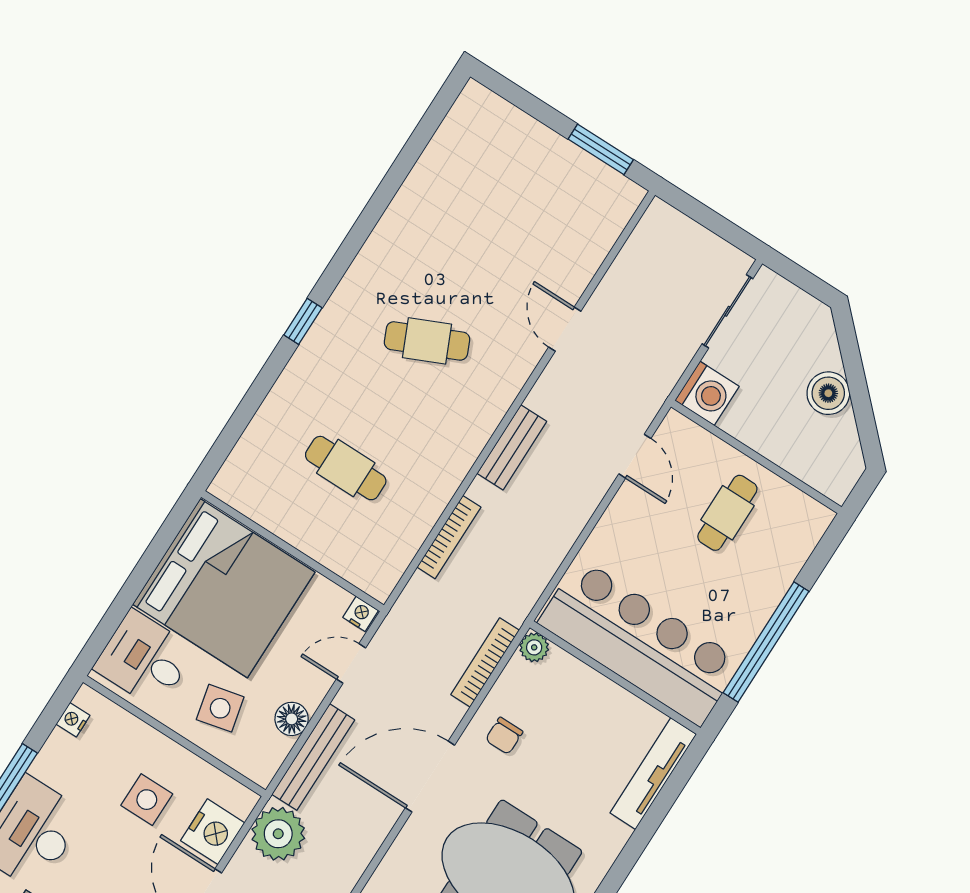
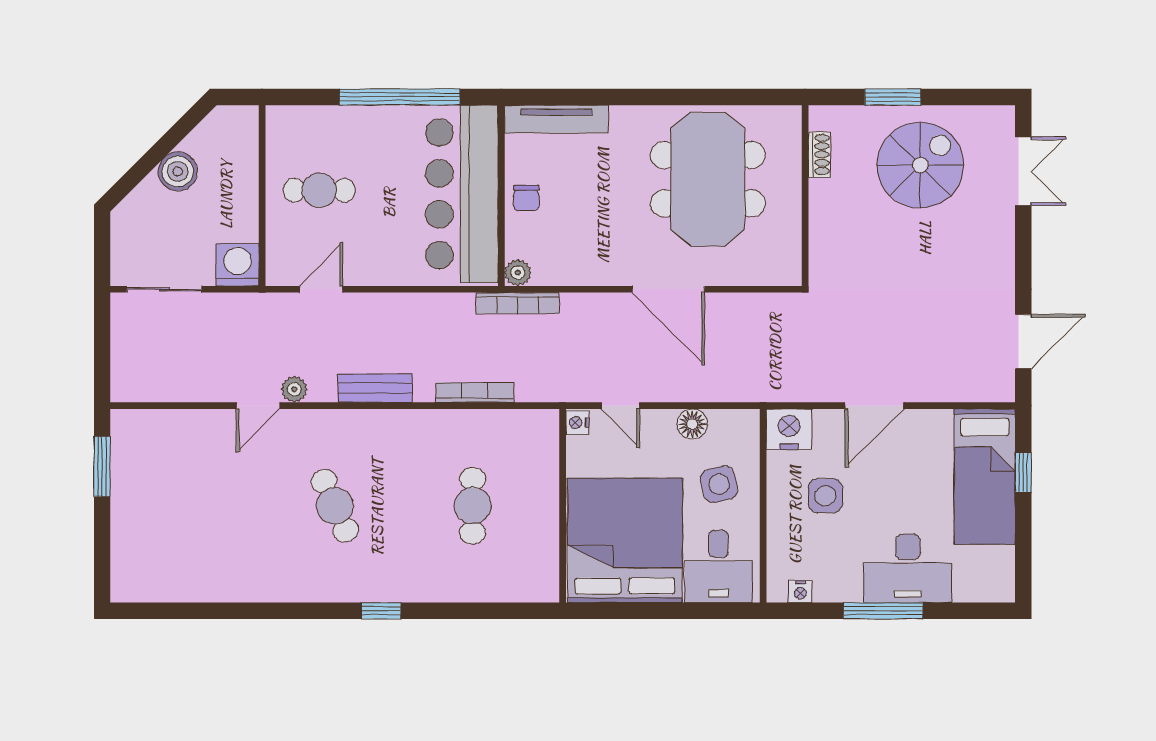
bookcase: (485, 662) -> (518, 303), moved
chair: (504, 736) -> (526, 198), moved, turned 90
bench: (313, 757) -> (711, 389), removed
nightstand: (213, 832) -> (789, 429), moved
plant: (278, 834) -> (294, 389), moved, width x0.53, depth x0.53

